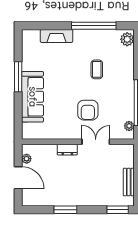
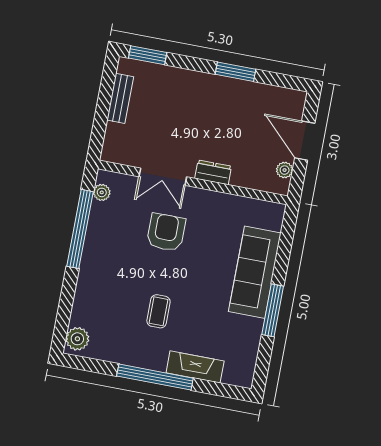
window: (94, 26) -> (155, 377), moved
coffee table: (97, 69) -> (159, 311), moved

